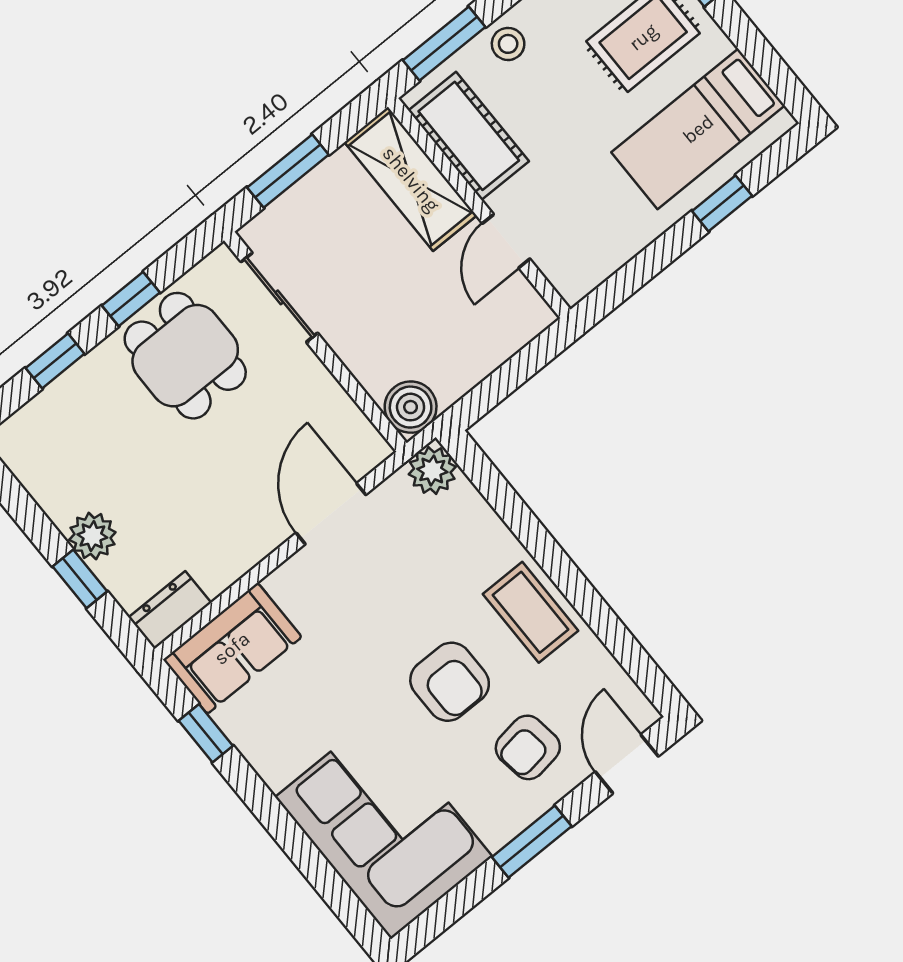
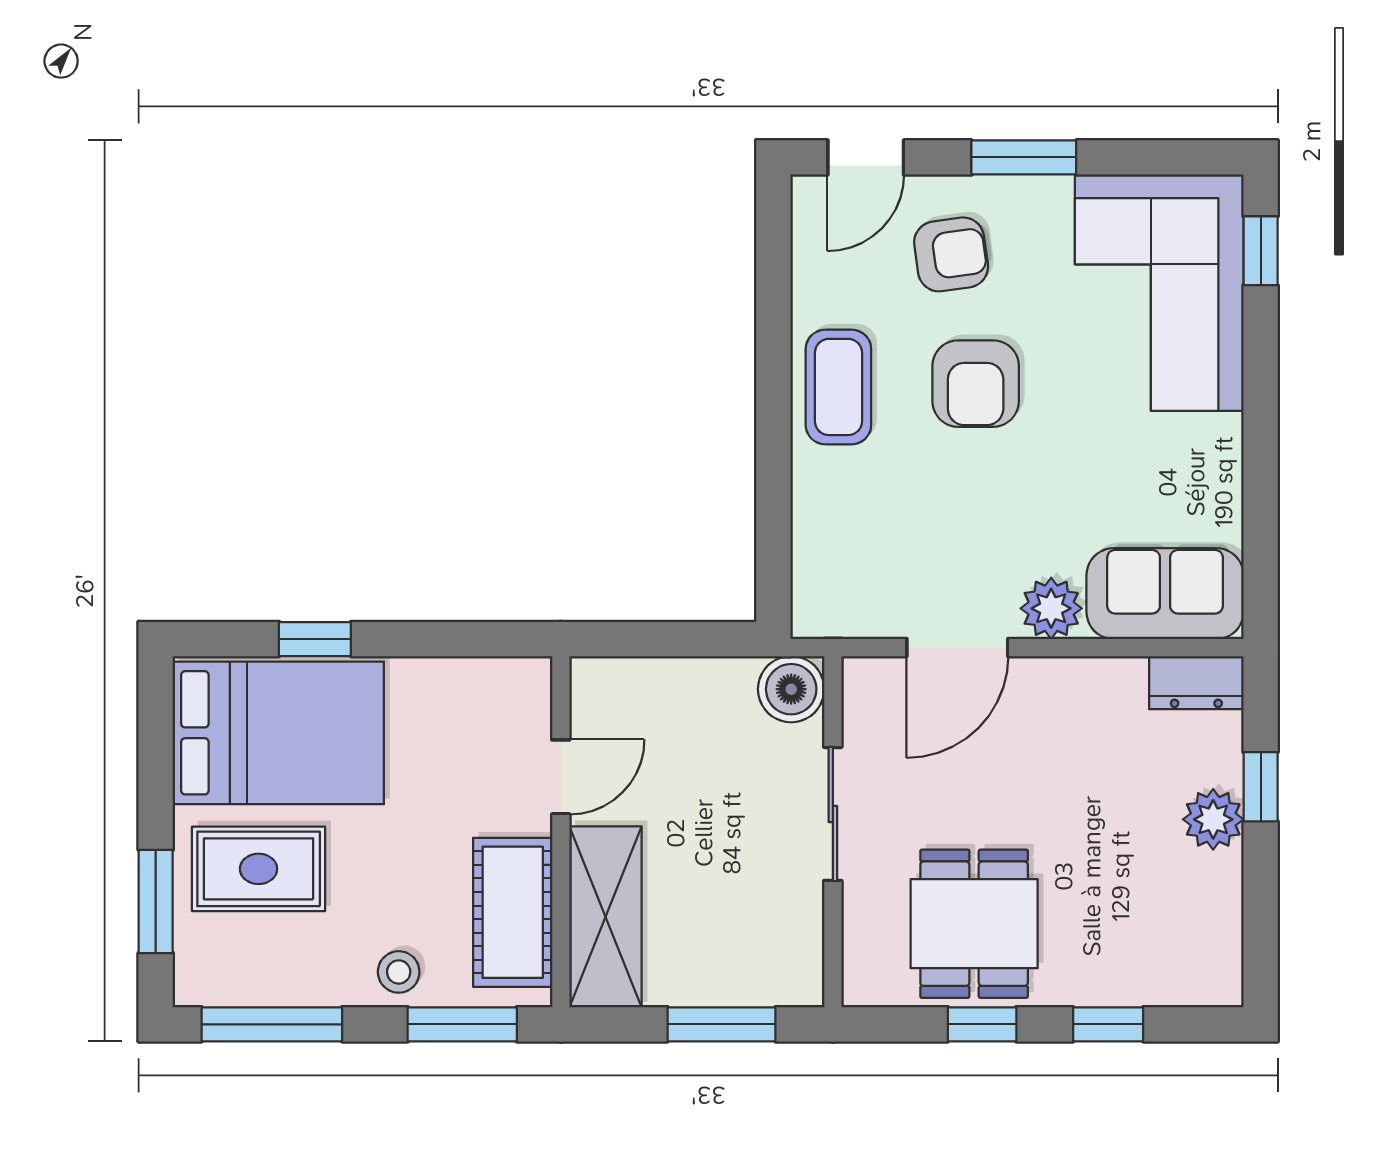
bed: (698, 129) -> (278, 733), width x1.50
sliding door: (279, 297) -> (833, 814), moved
plant: (432, 471) -> (1051, 608), moved
armchair: (450, 682) -> (976, 384), turned 180
window: (206, 733) -> (1261, 251), moved

